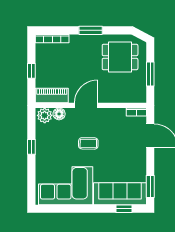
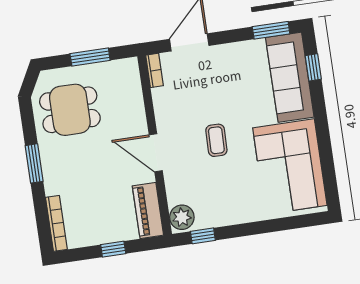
dining table: (120, 57) -> (70, 110), turned 90
floor lamp: (59, 114) -> (176, 194), removed
window: (31, 147) -> (203, 236), moved

